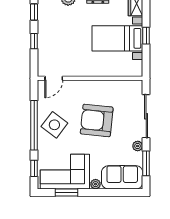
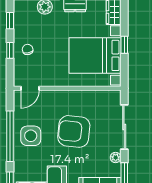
bed with nightstands: (117, 38) -> (95, 55), width x1.36
chair: (51, 40) -> (28, 49), added
side table: (54, 125) -> (31, 136), turned -37

